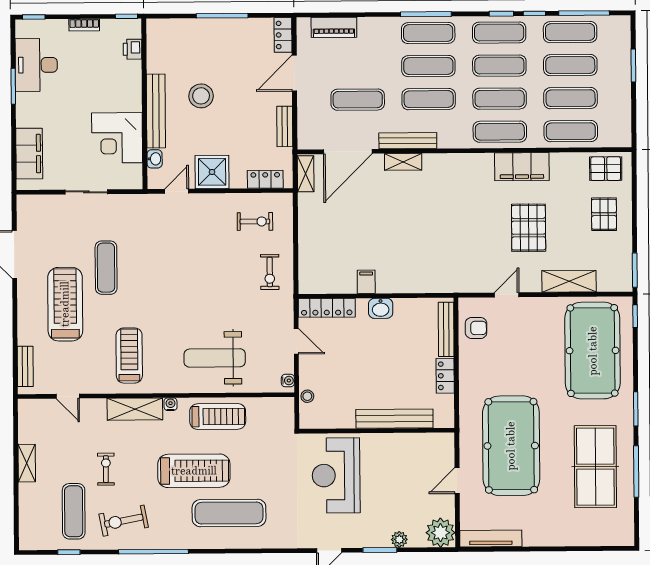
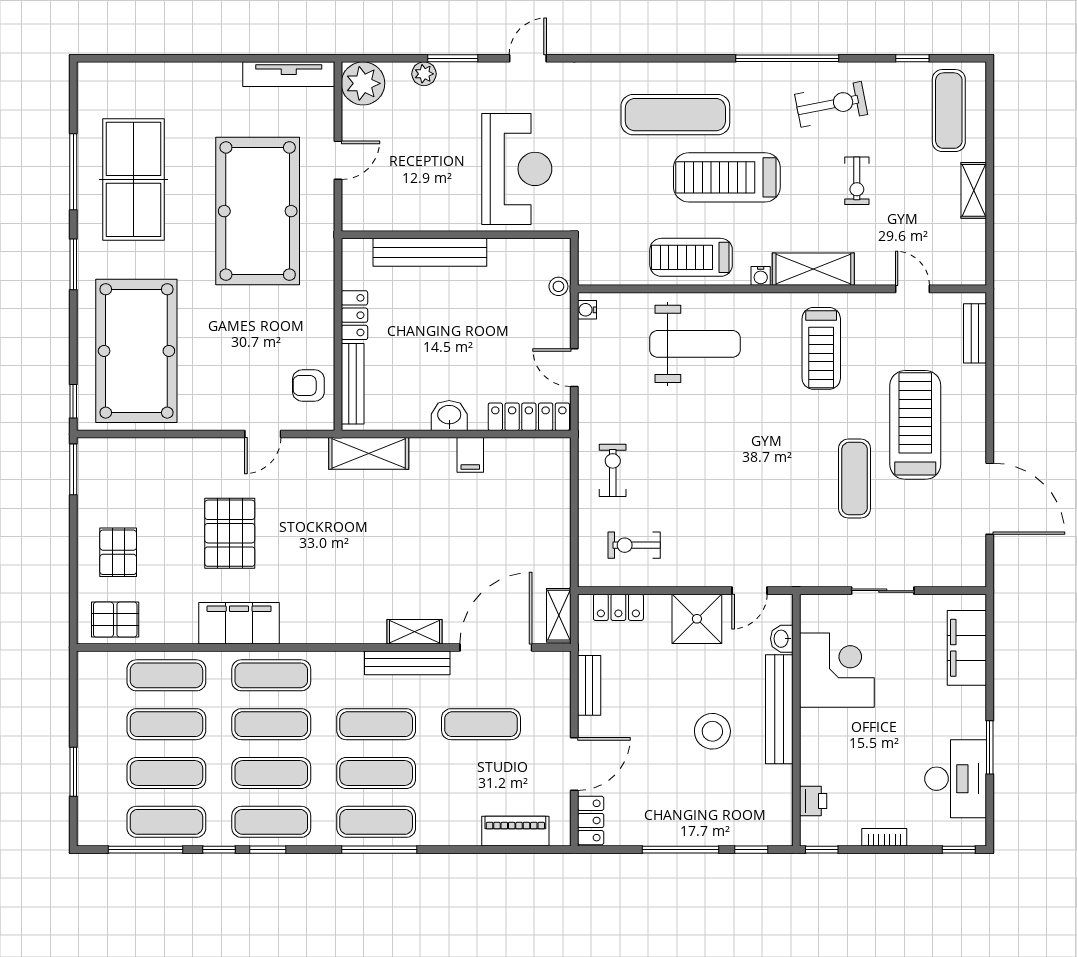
window: (174, 16) -> (751, 850), added
shelving: (569, 281) -> (369, 453), moved
treadmill: (65, 304) -> (915, 425), turned 180
exercise mat: (74, 511) -> (949, 111), moved

